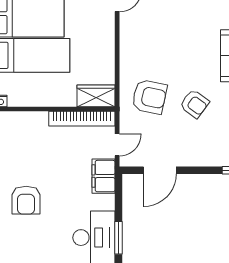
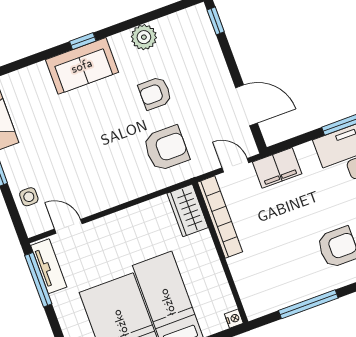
armchair: (149, 97) -> (166, 148), turned 78
armchair: (194, 104) -> (155, 93), turned -126

